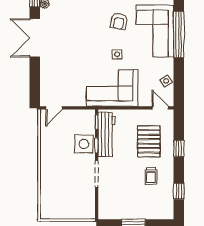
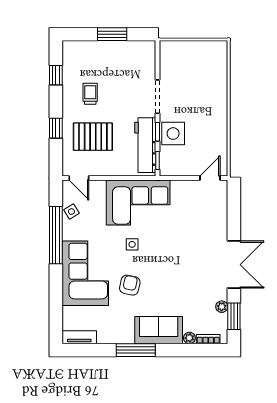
window: (179, 34) -> (56, 235), moved
pallet: (149, 141) -> (93, 137), turned 90

